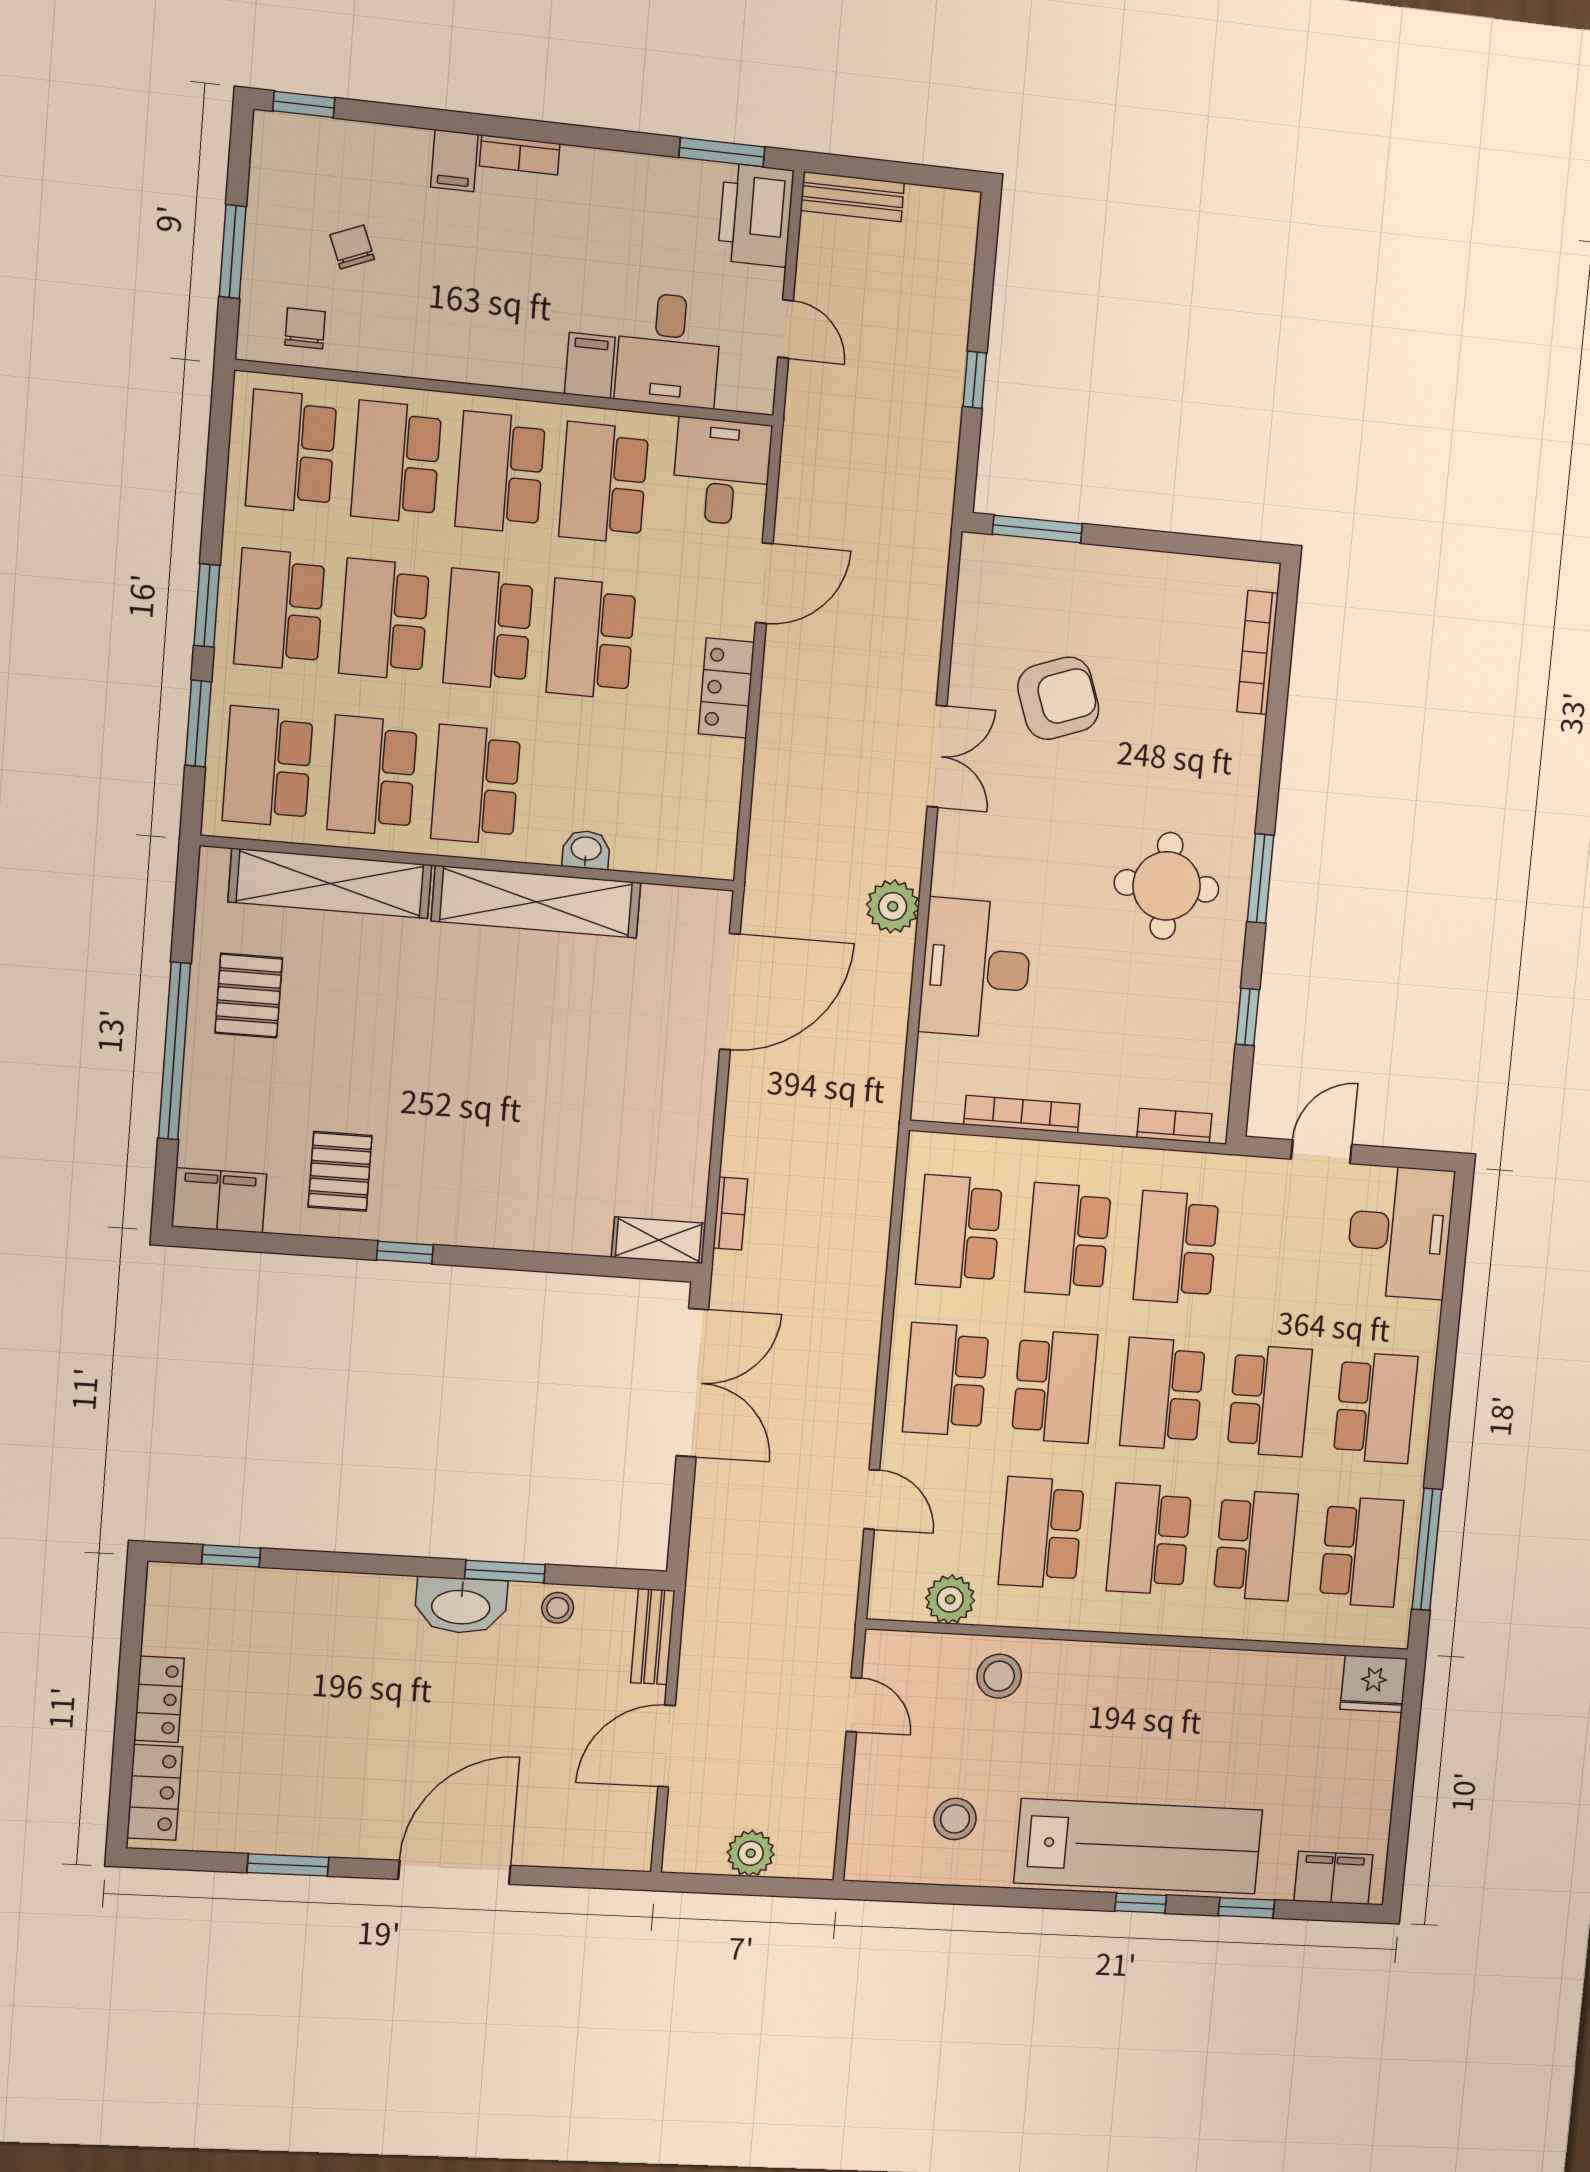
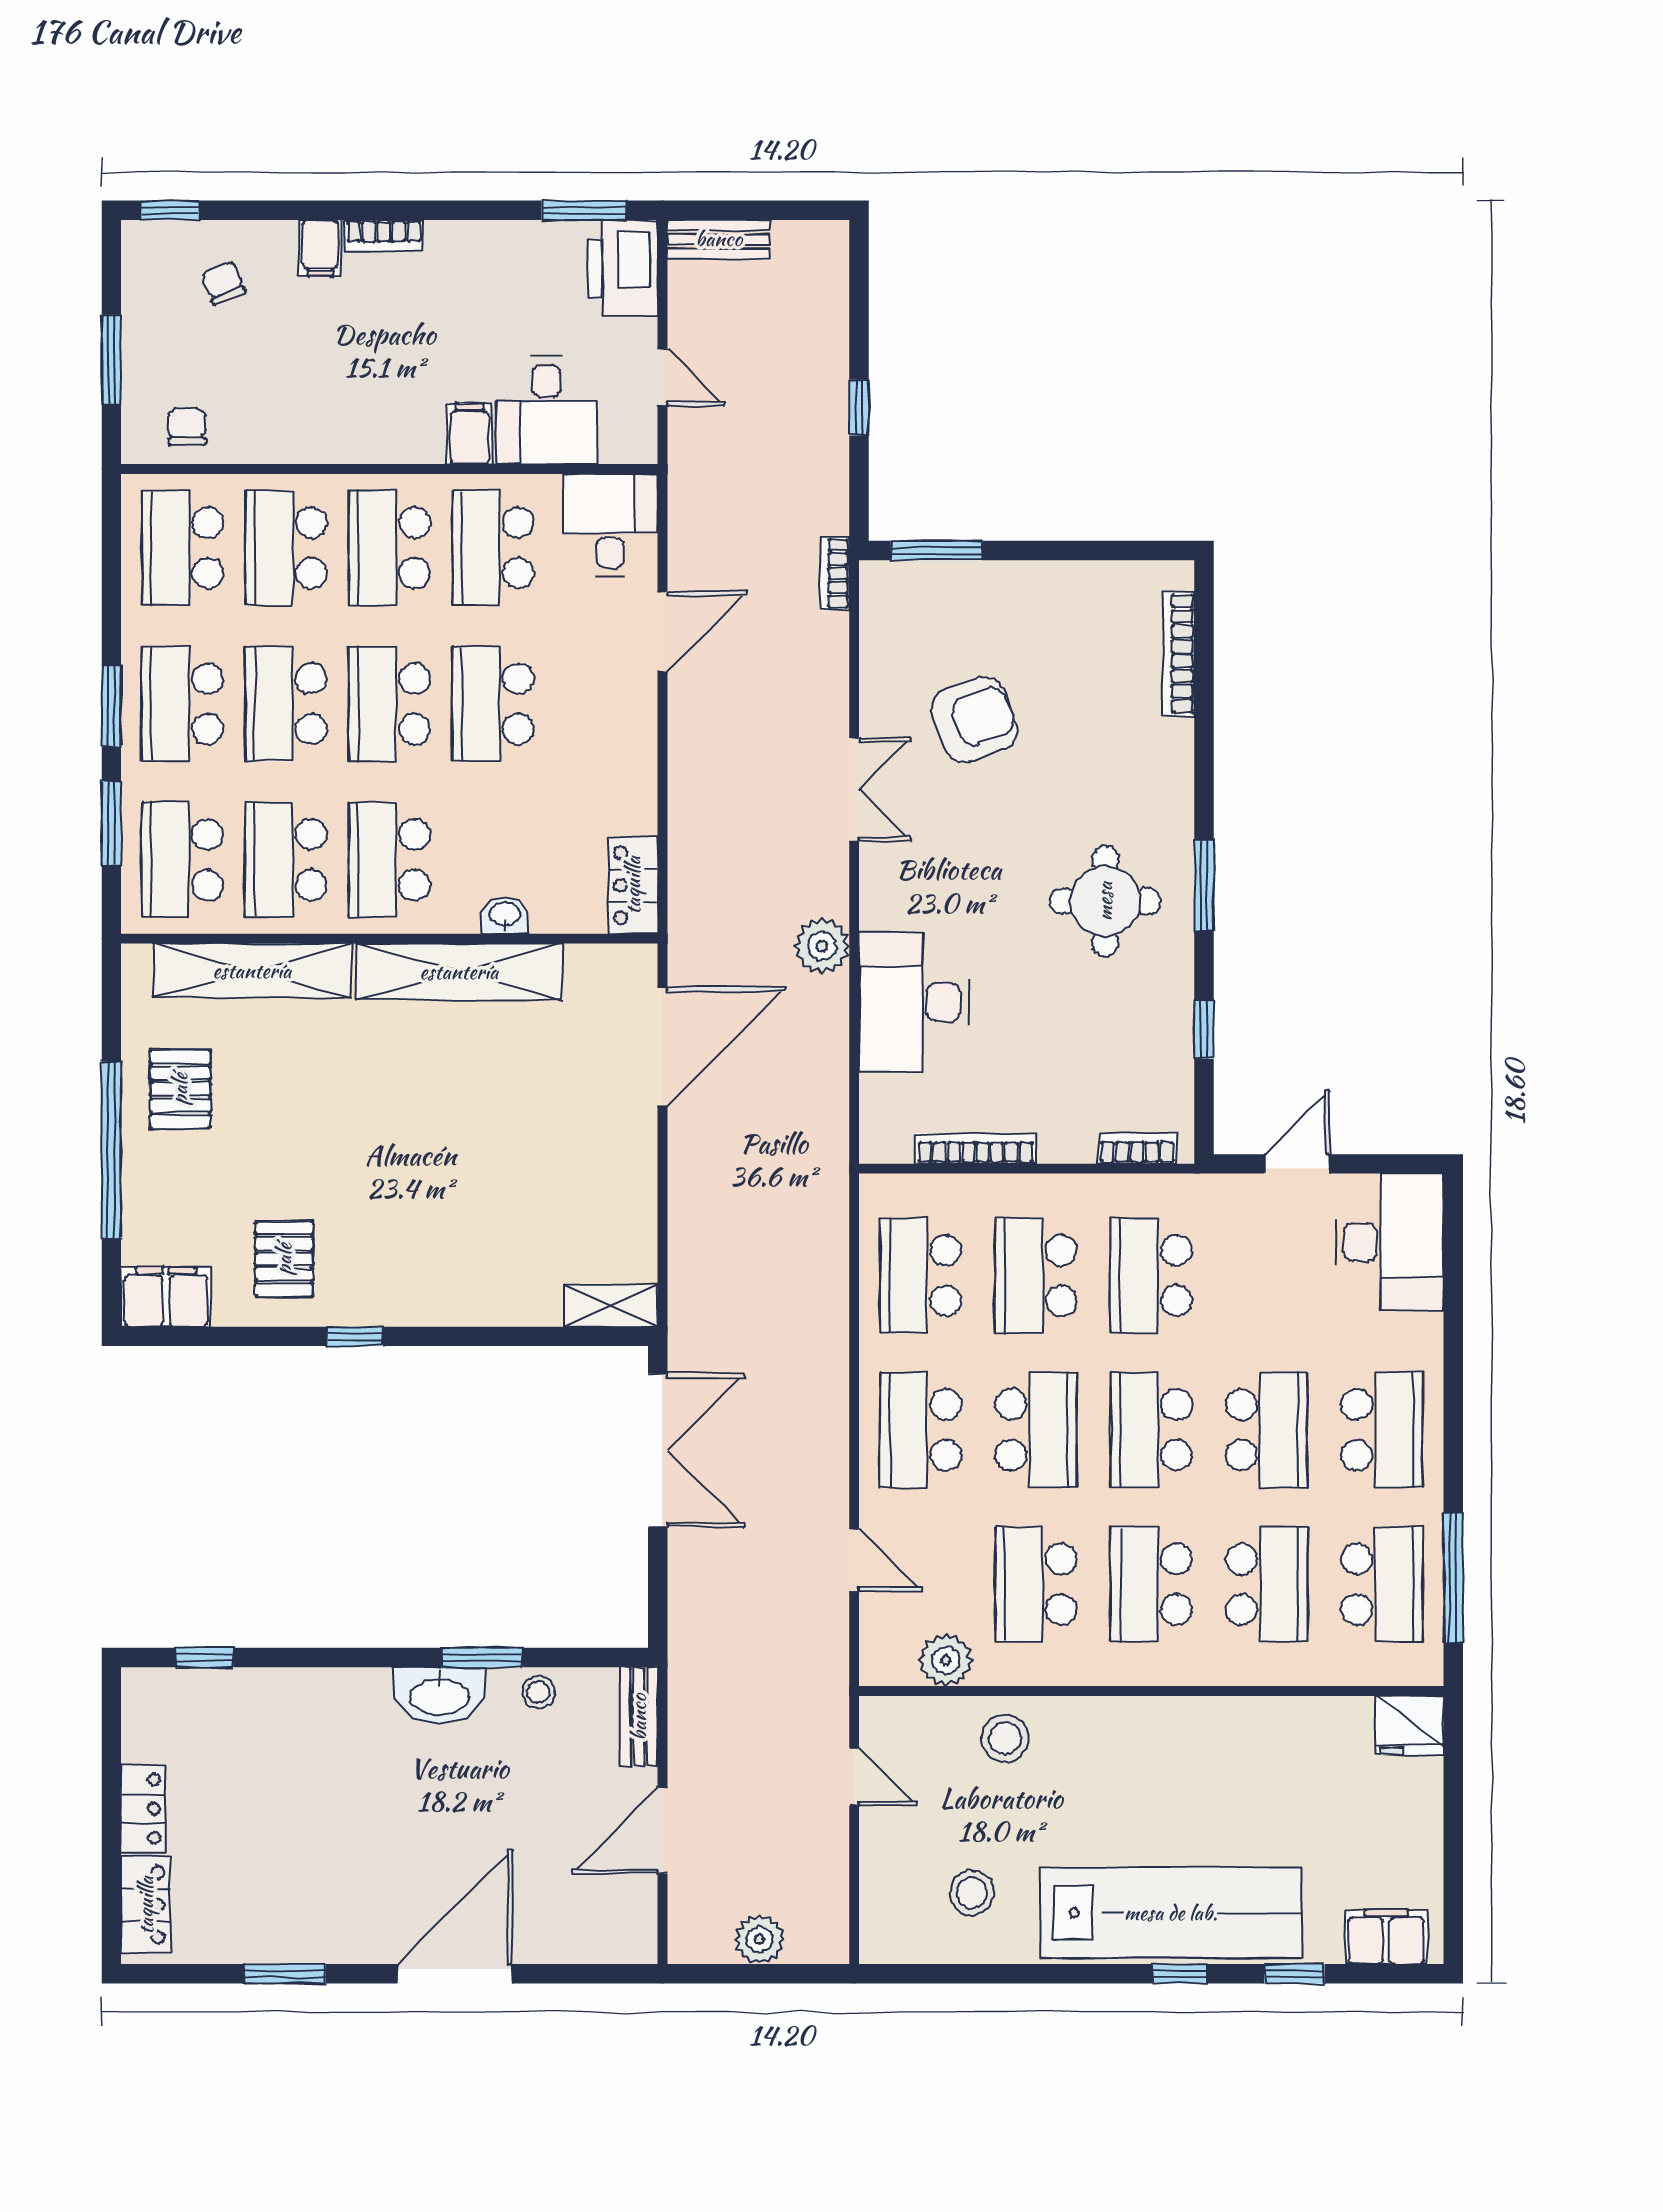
chair: (352, 247) -> (223, 283), moved
locker: (727, 688) -> (633, 885), moved
bookcase: (730, 1214) -> (835, 573), moved, turned 180

